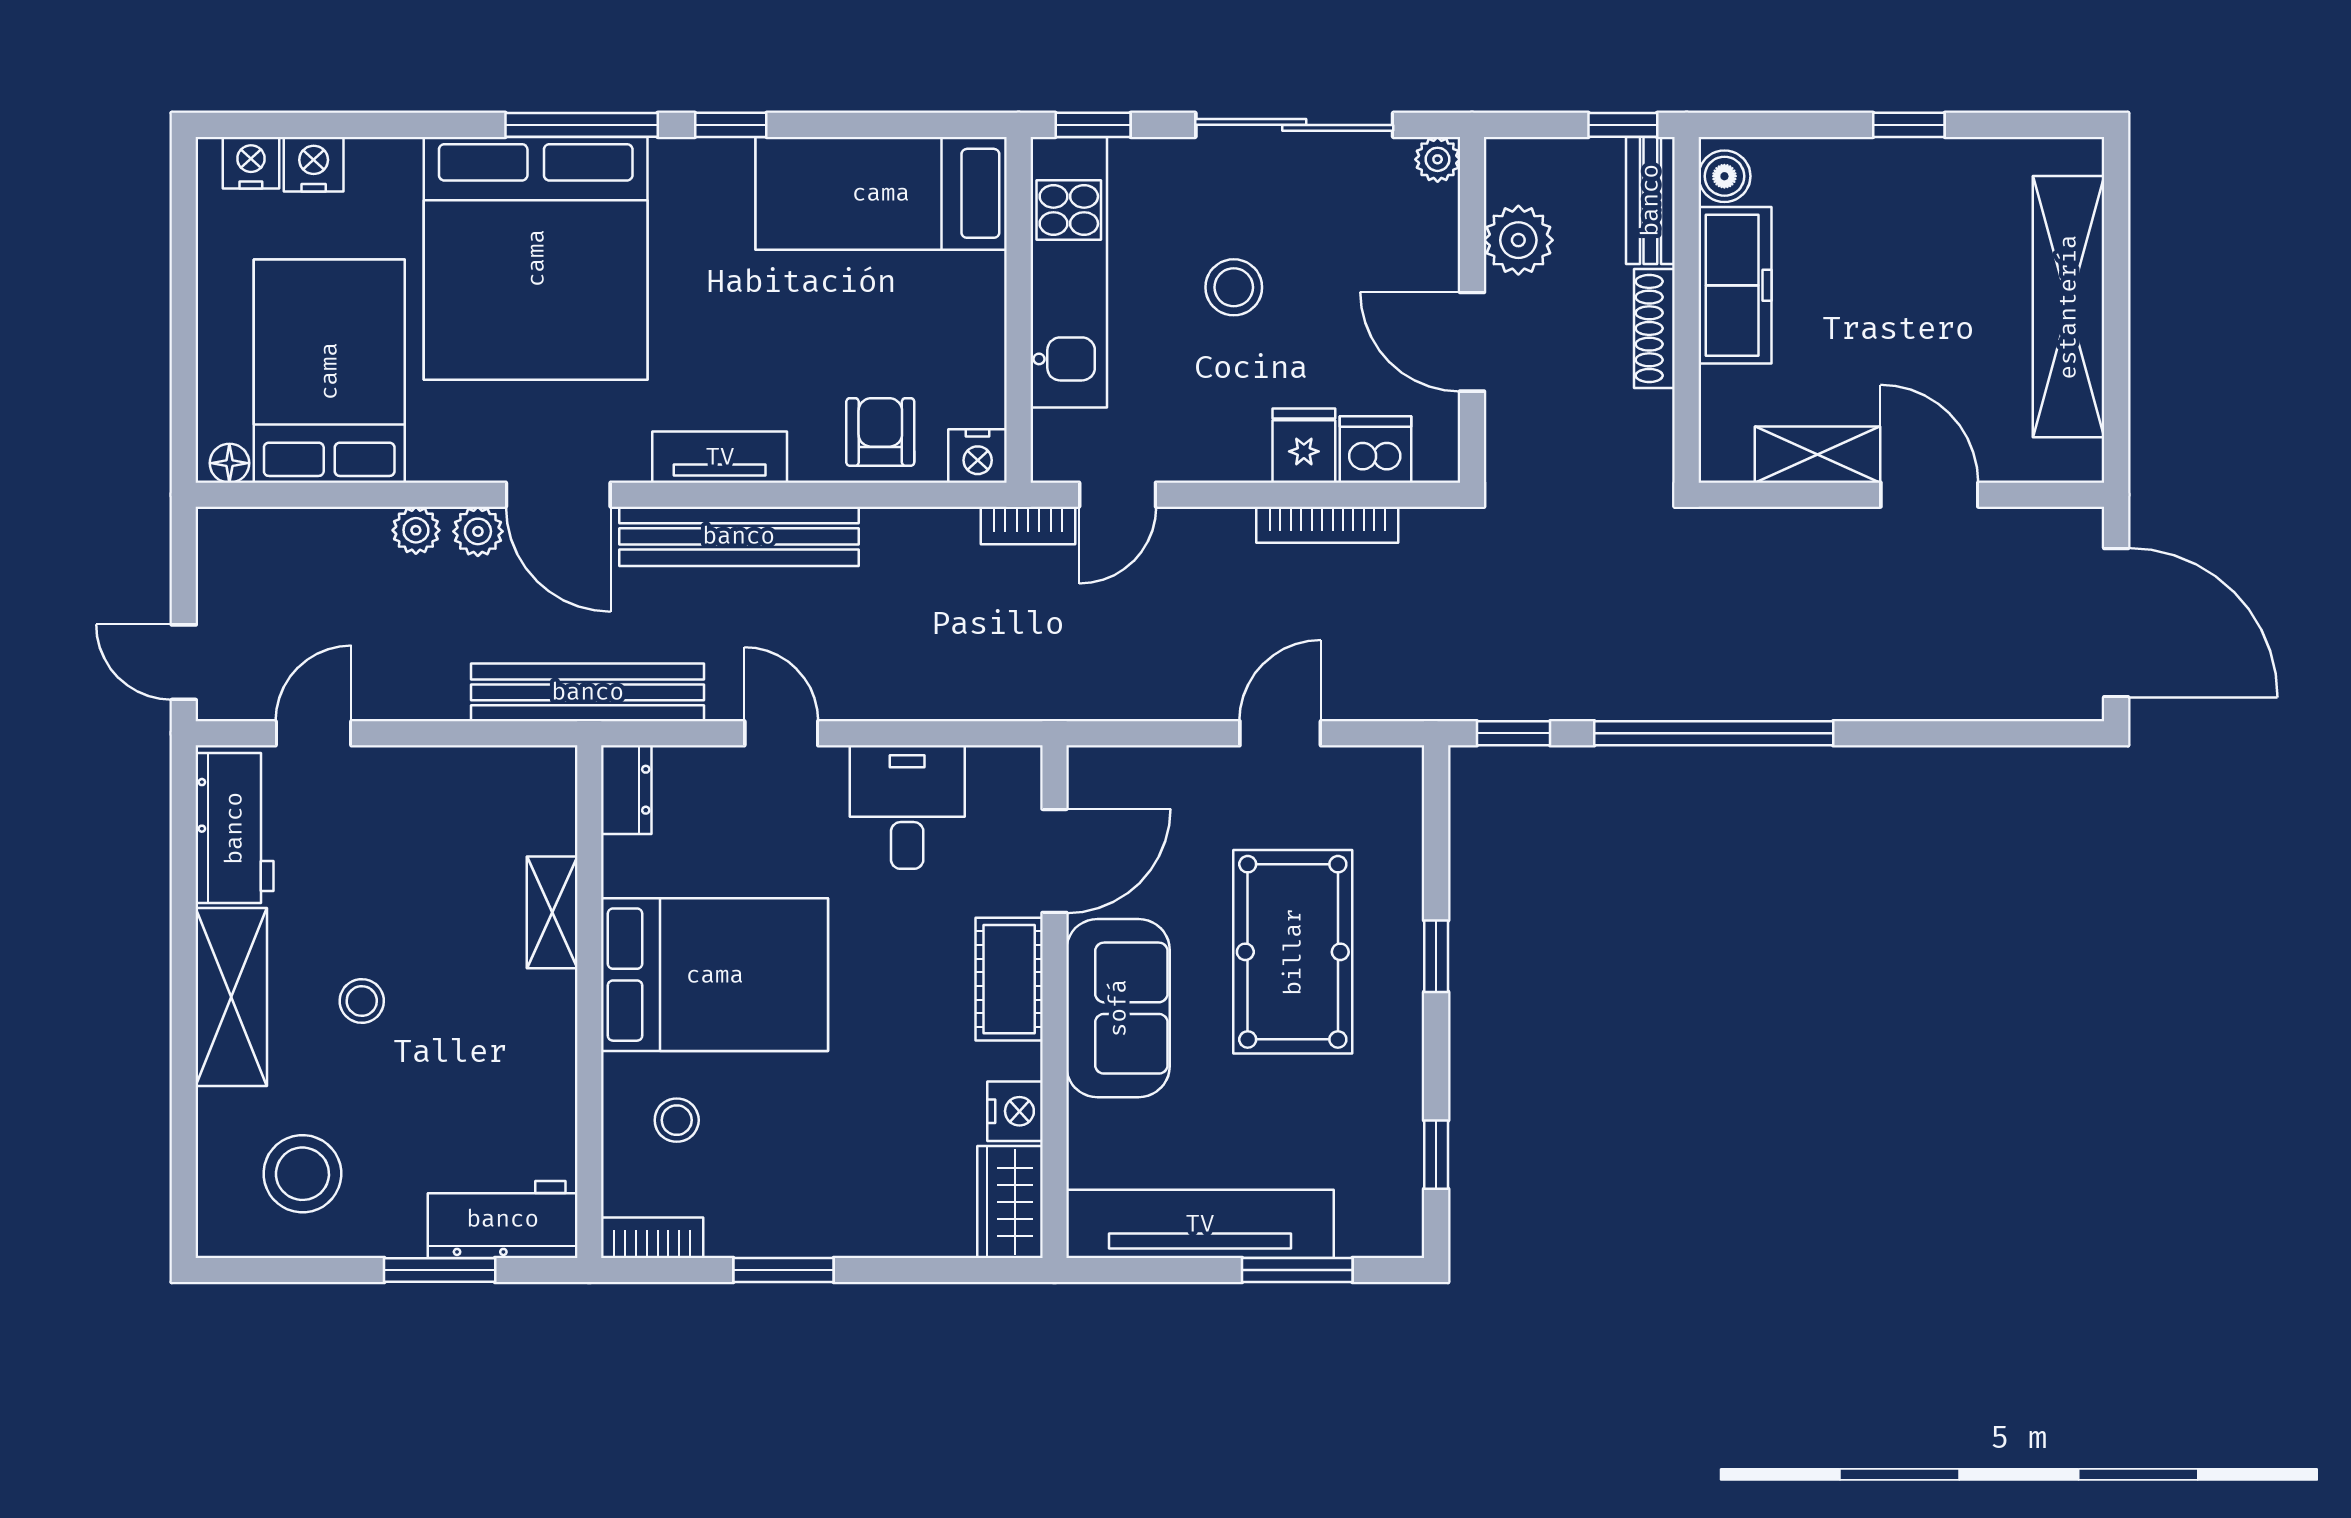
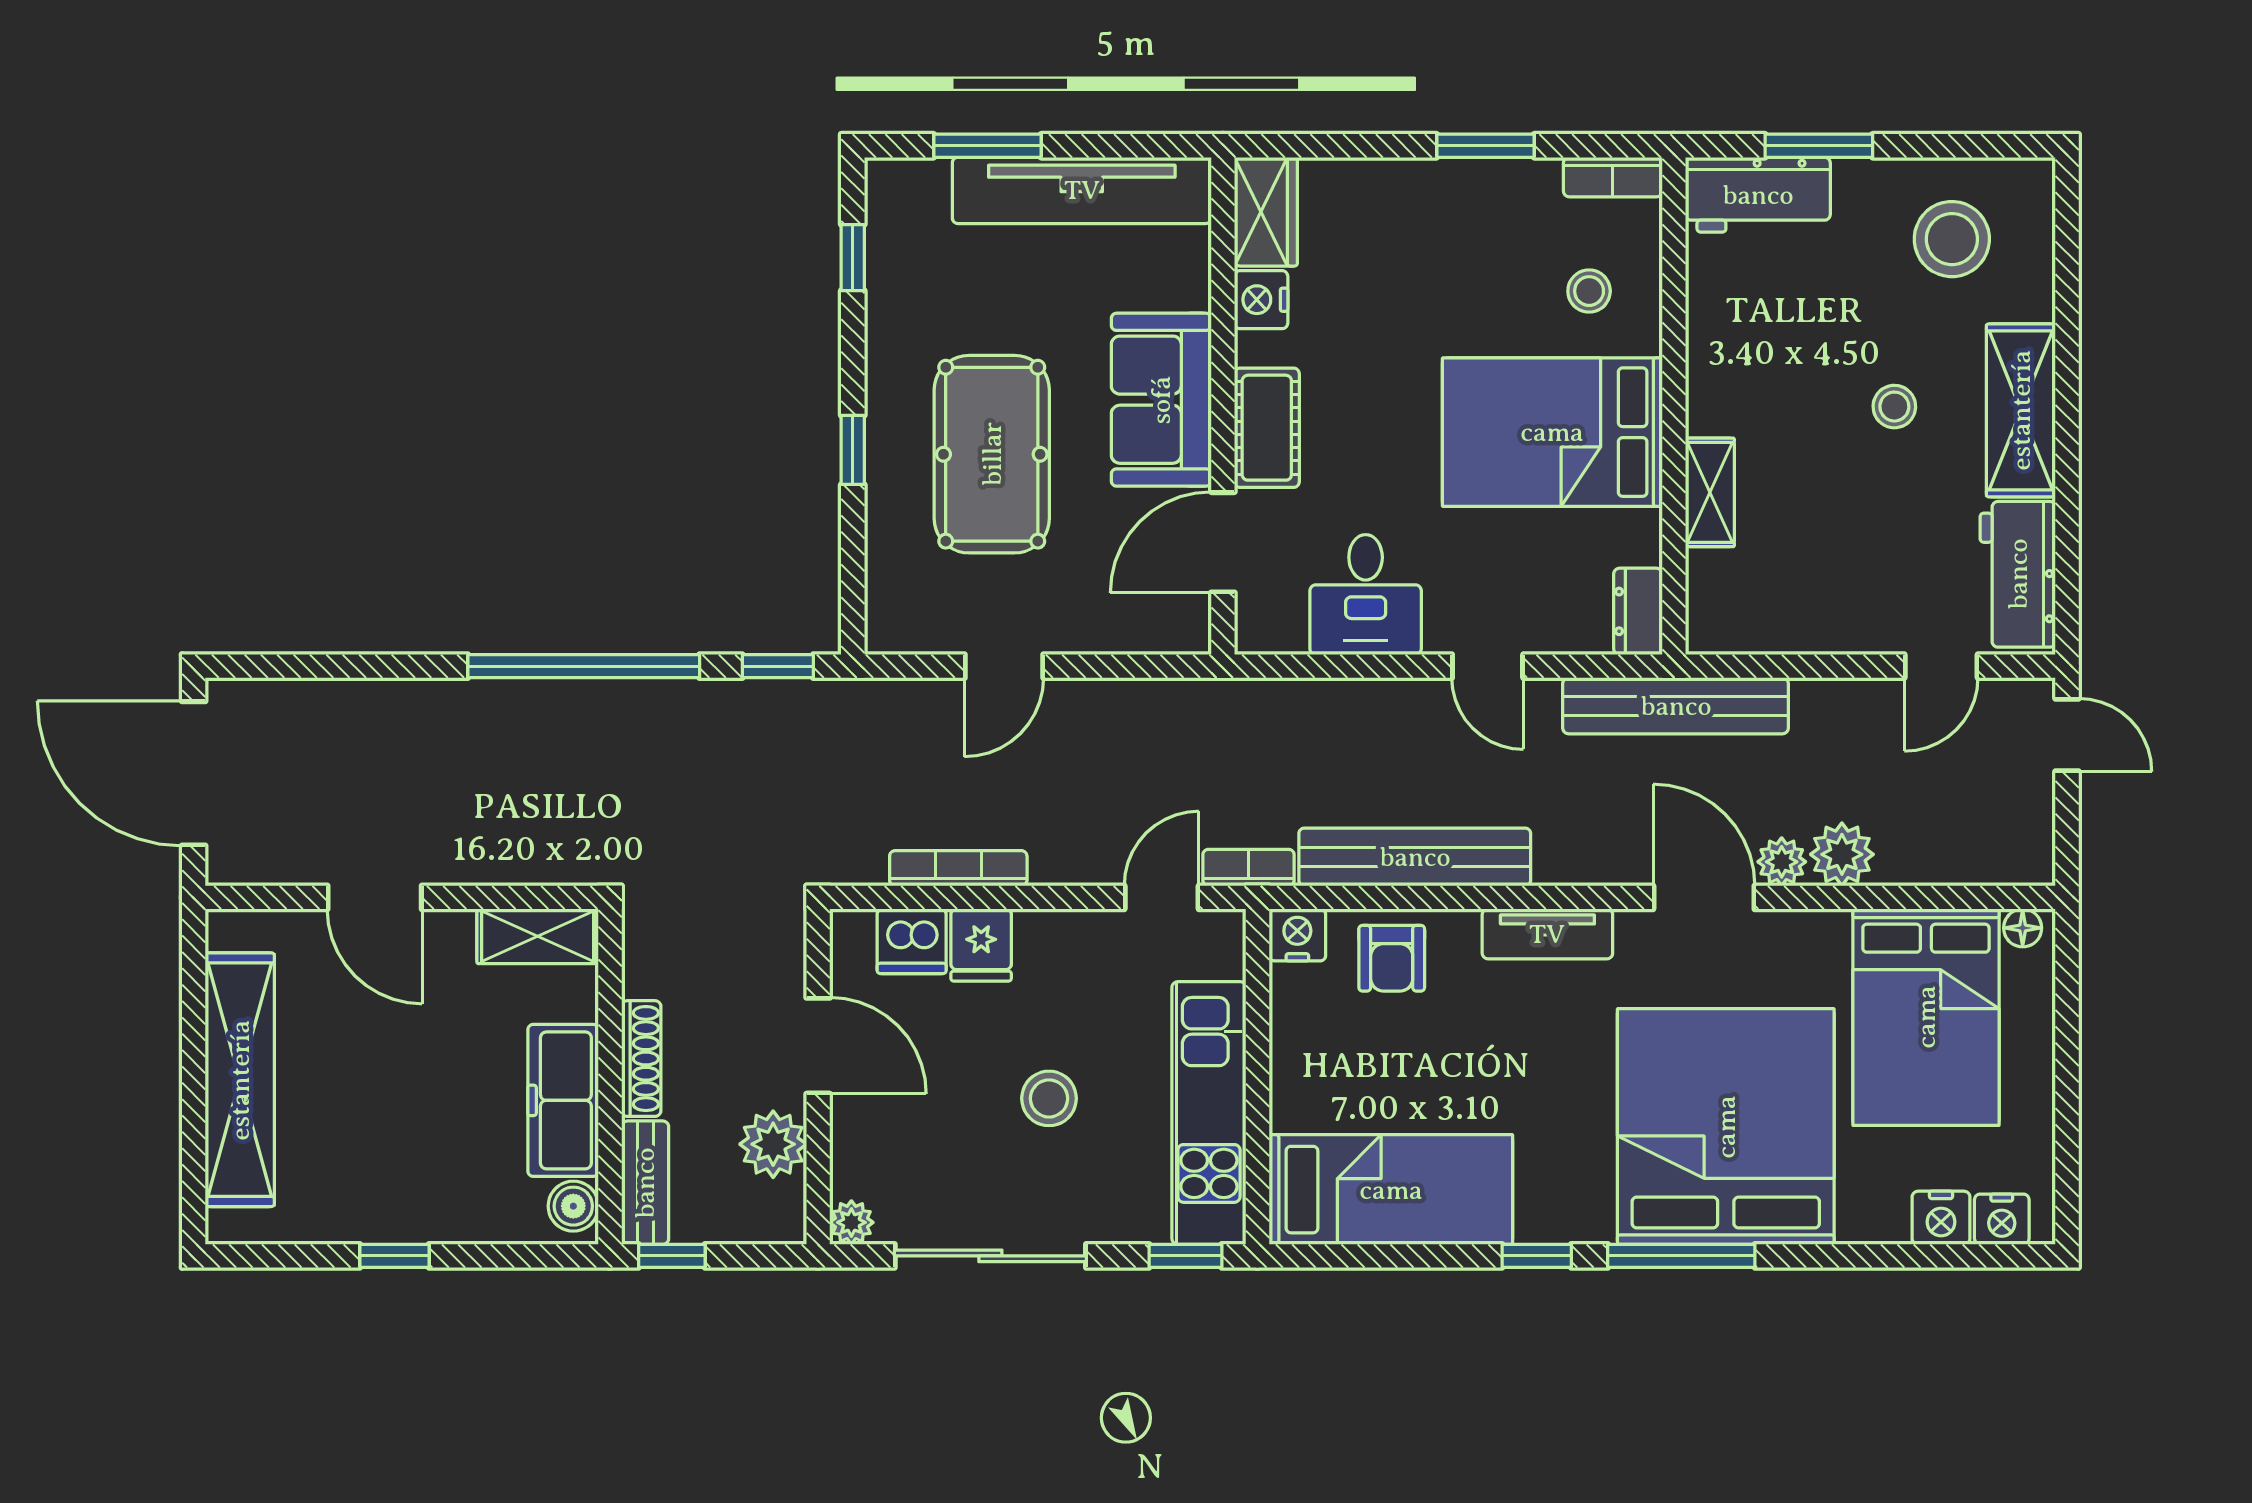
shelving: (1817, 455) -> (538, 936), moved
plant: (416, 530) -> (1842, 854), width x1.38, depth x1.38
bench: (739, 536) -> (1415, 857), moved

